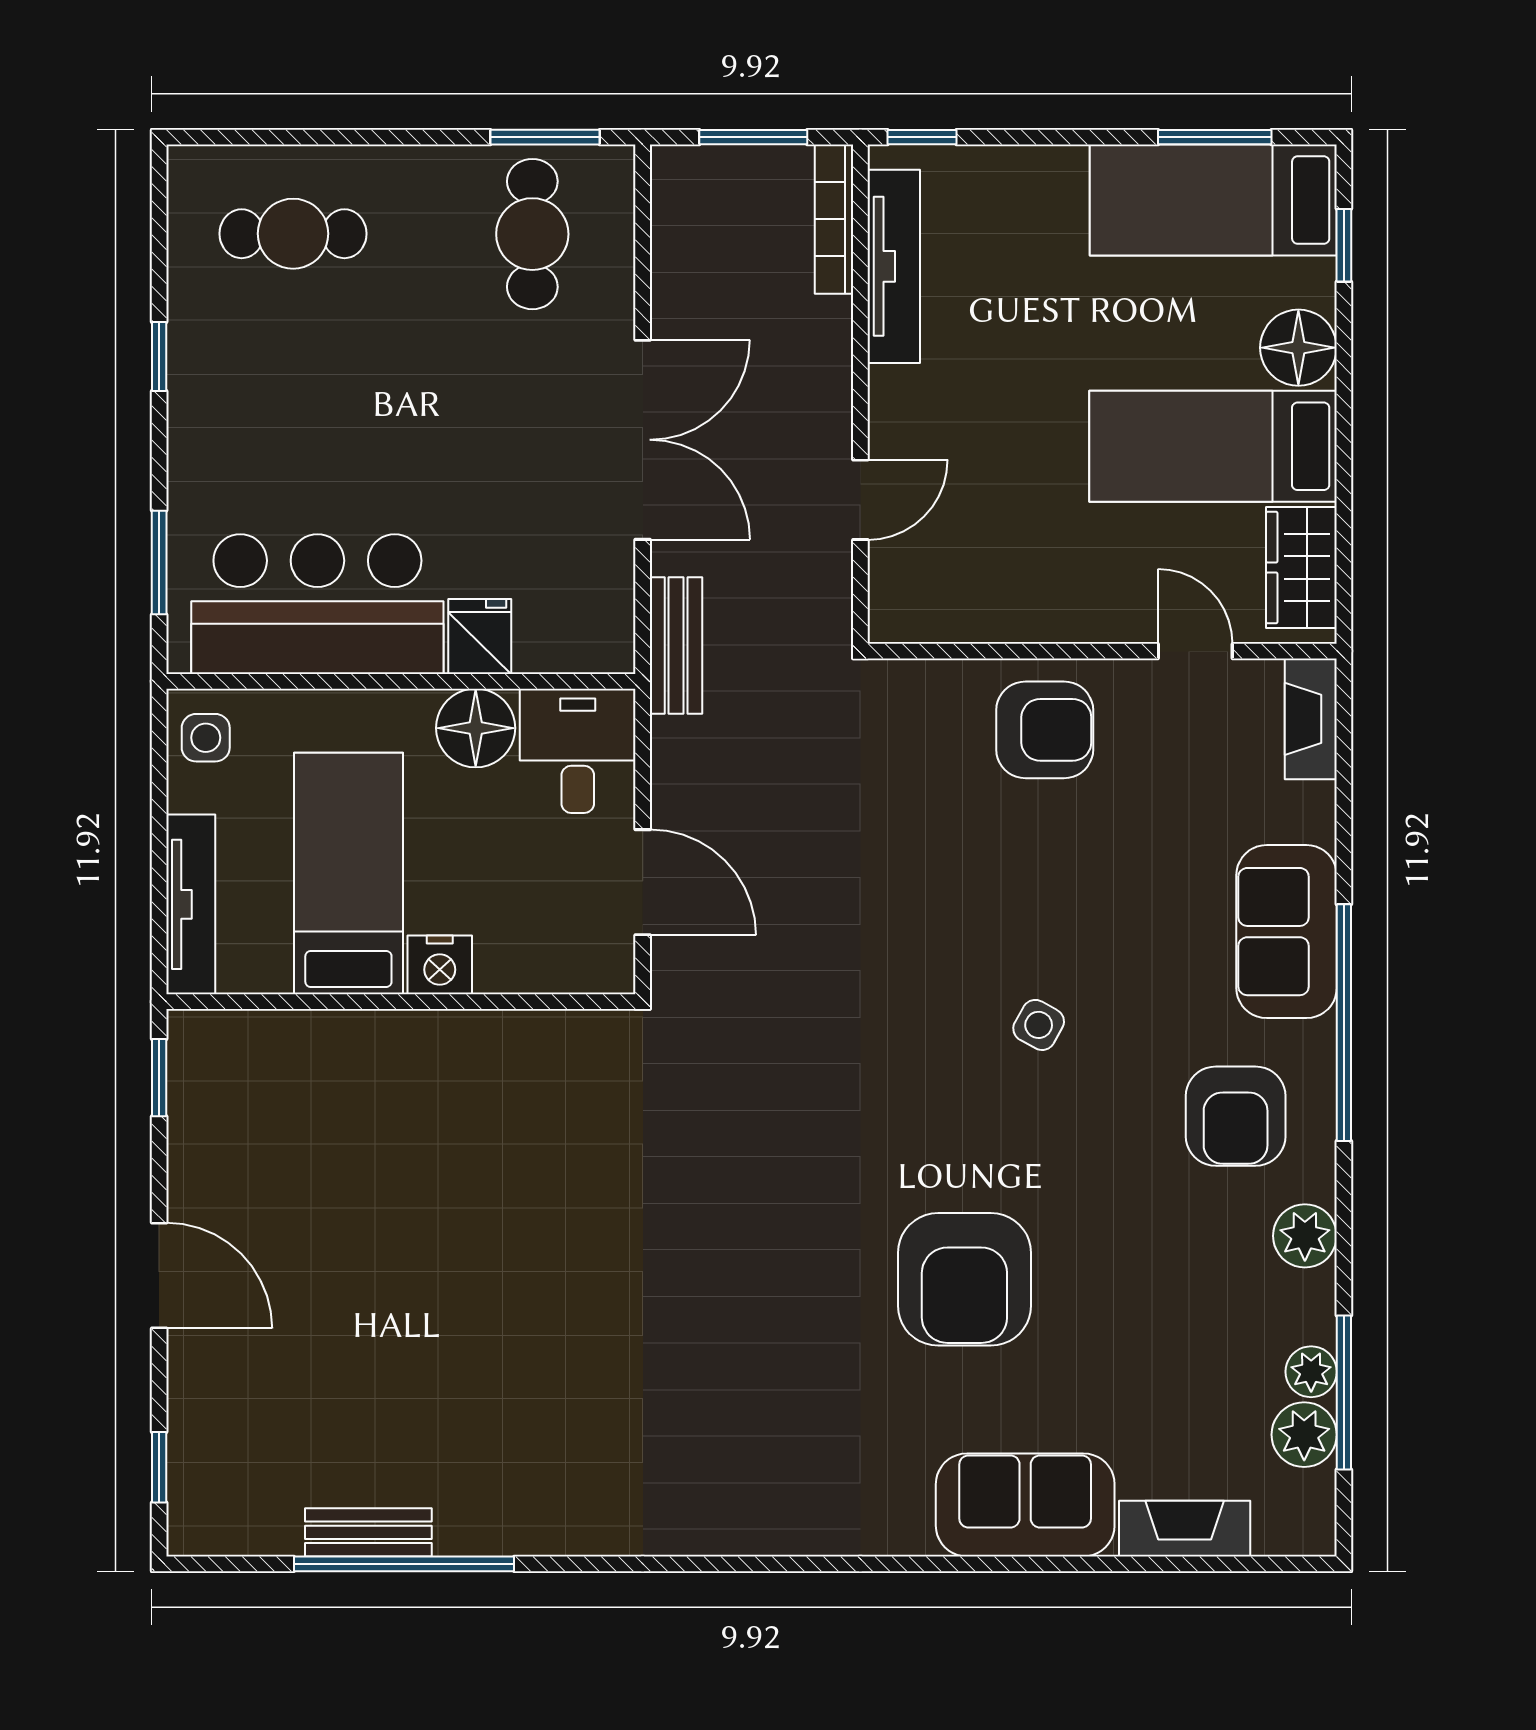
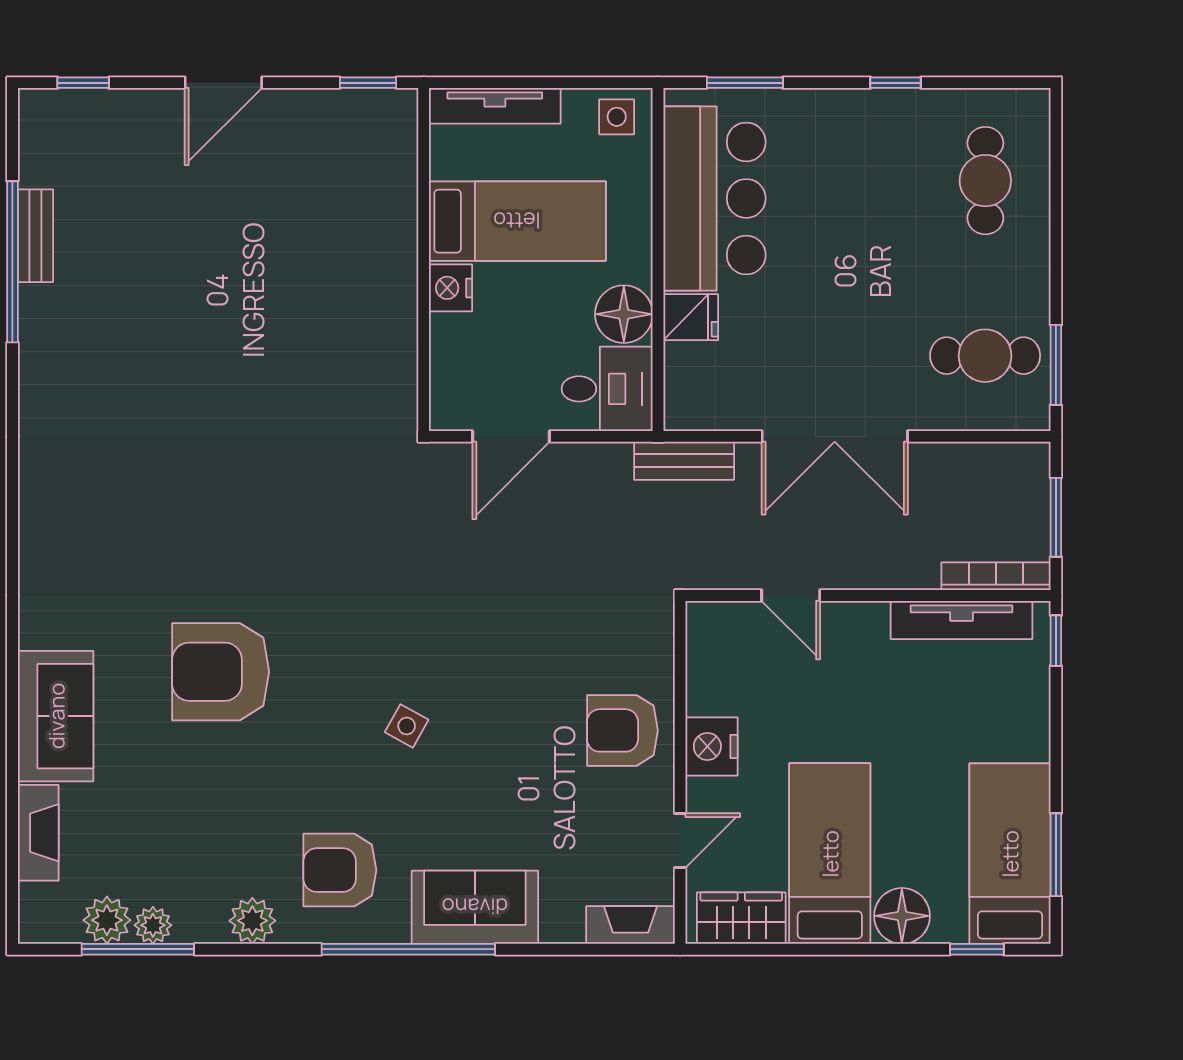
nightstand: (1067, 608) -> (712, 746), added
armchair: (1045, 730) -> (622, 730), turned 90

